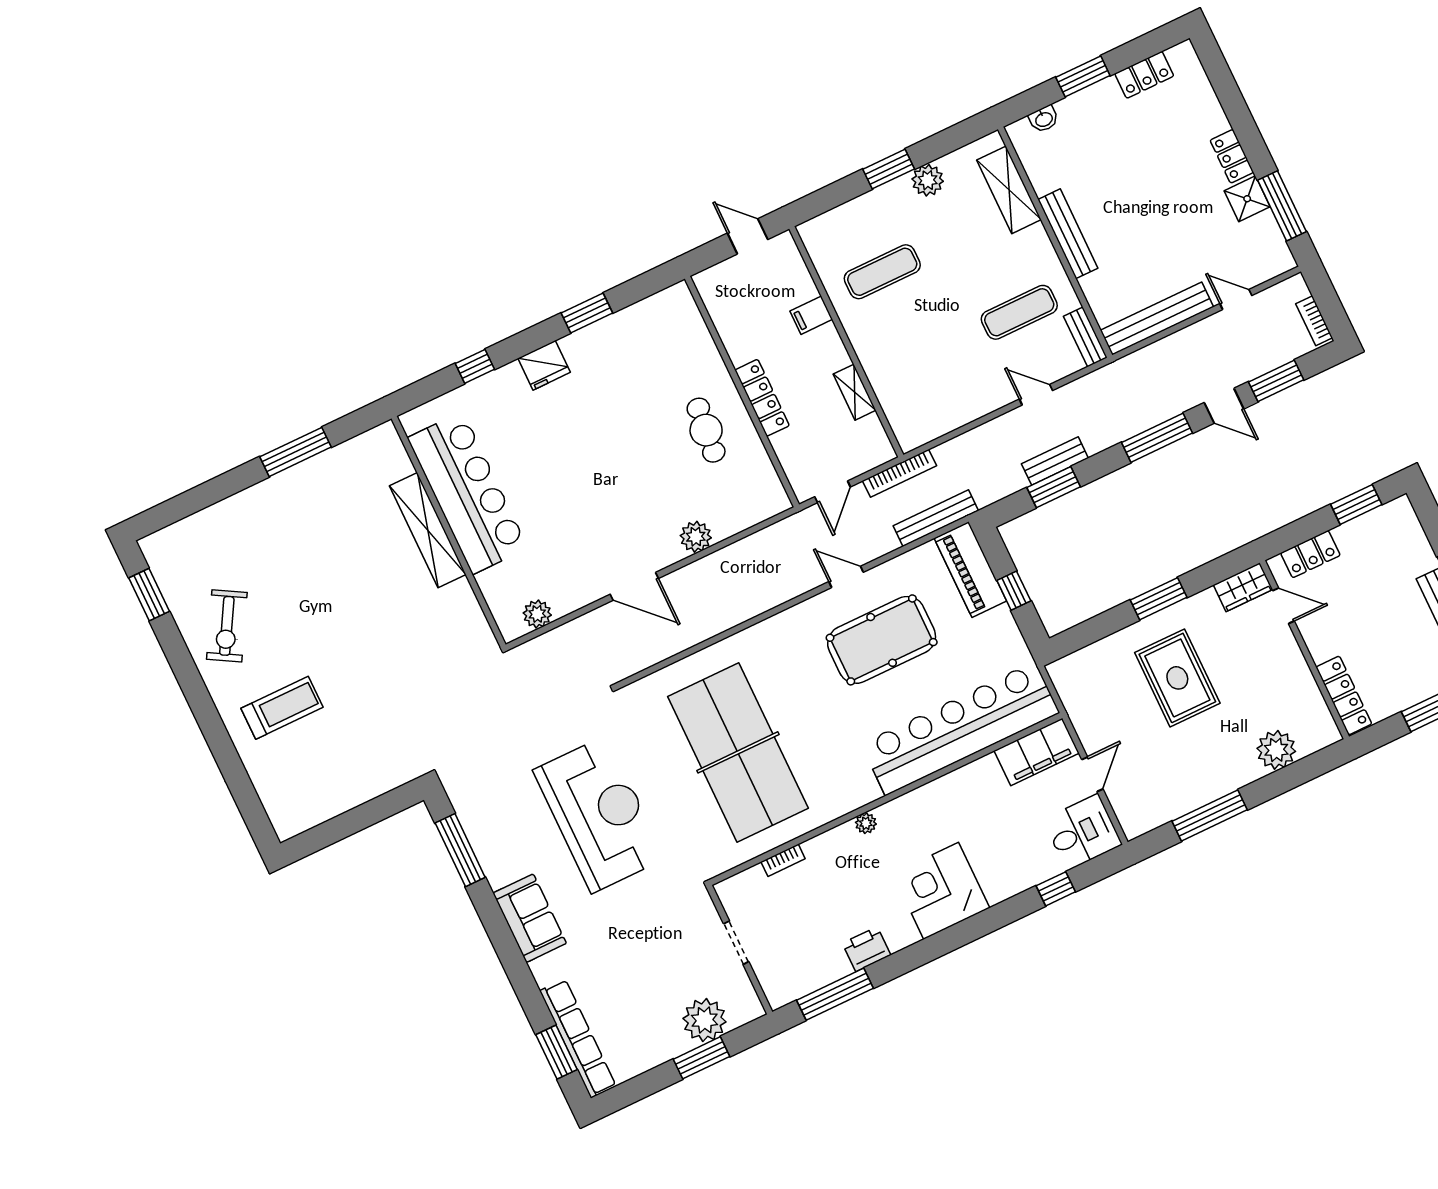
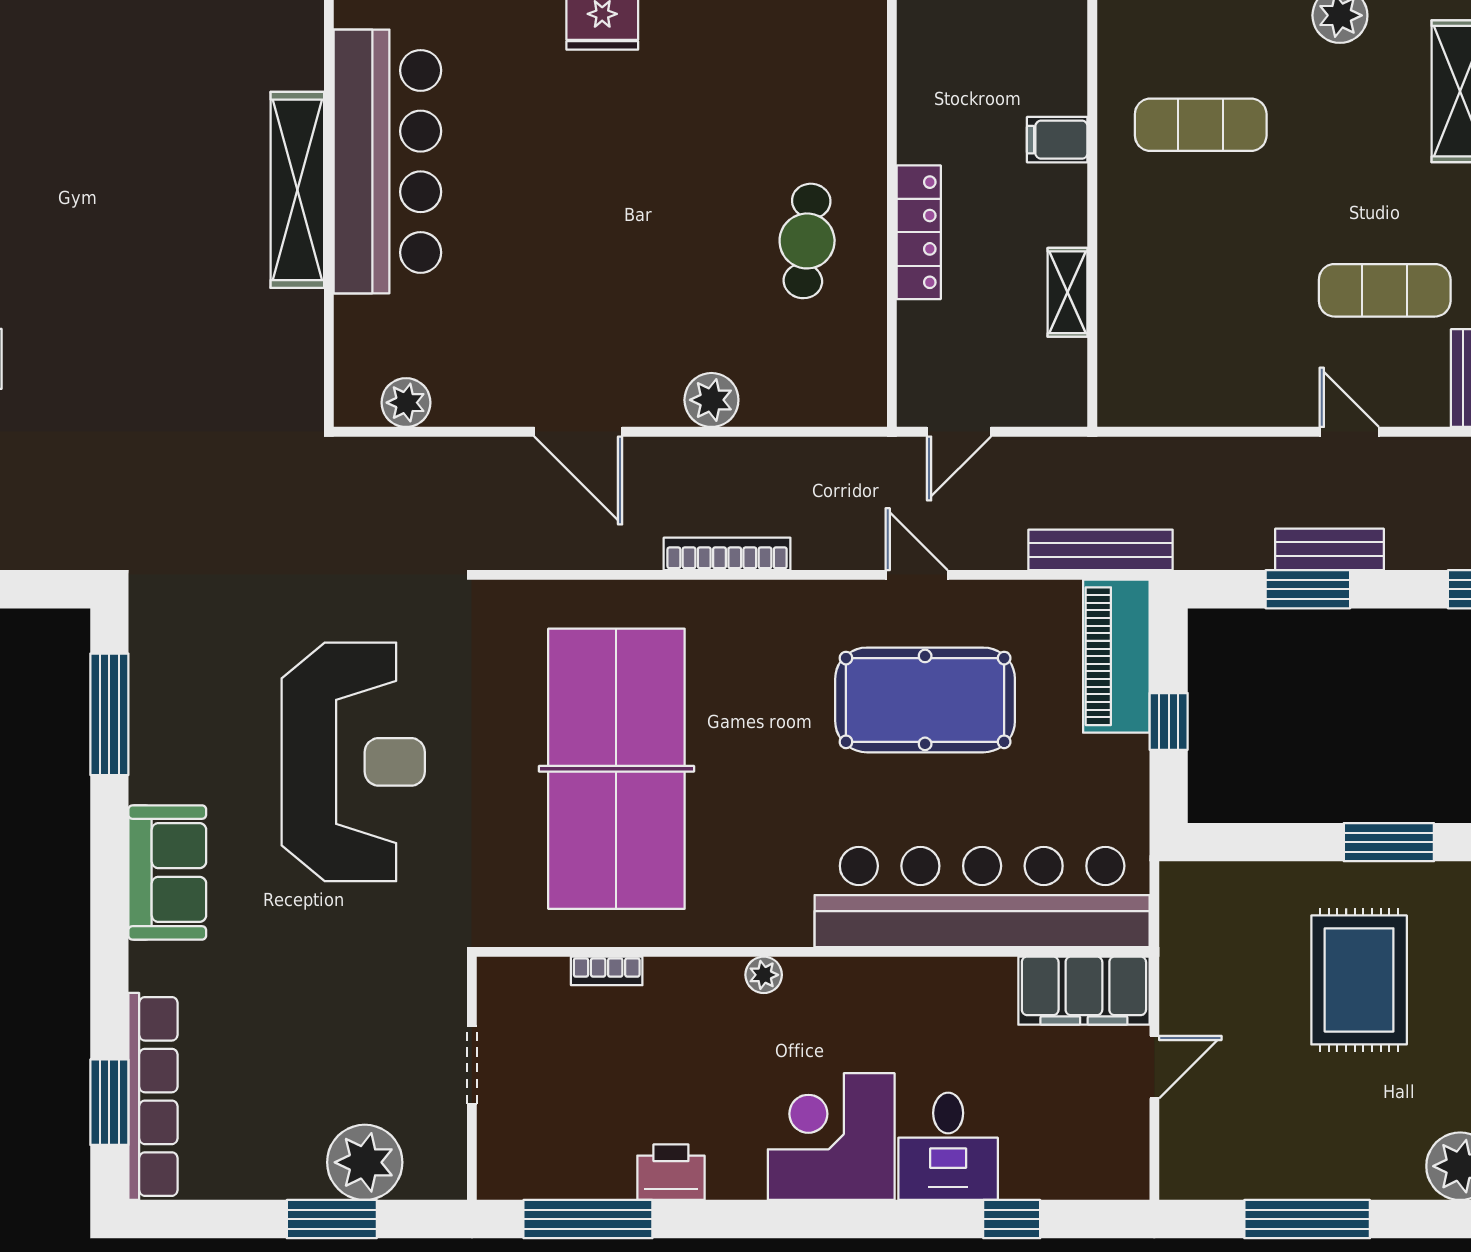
bookcase: (900, 473) -> (727, 554), moved, turned 180
desk: (1082, 832) -> (948, 1146), moved, turned 90

